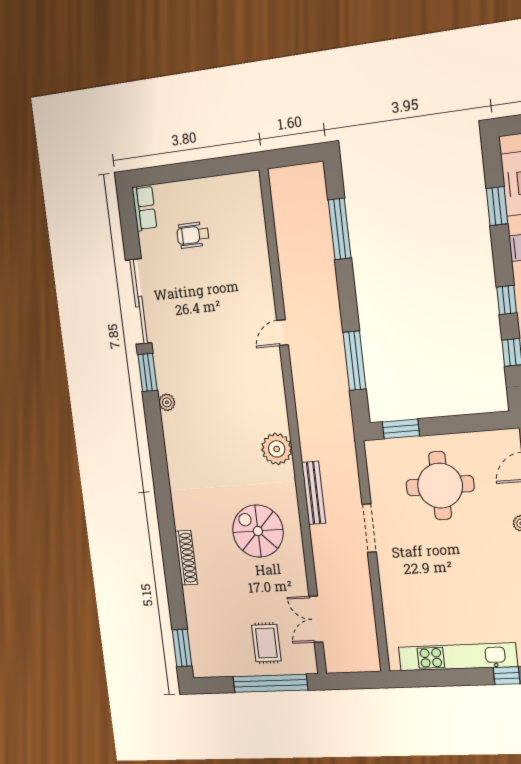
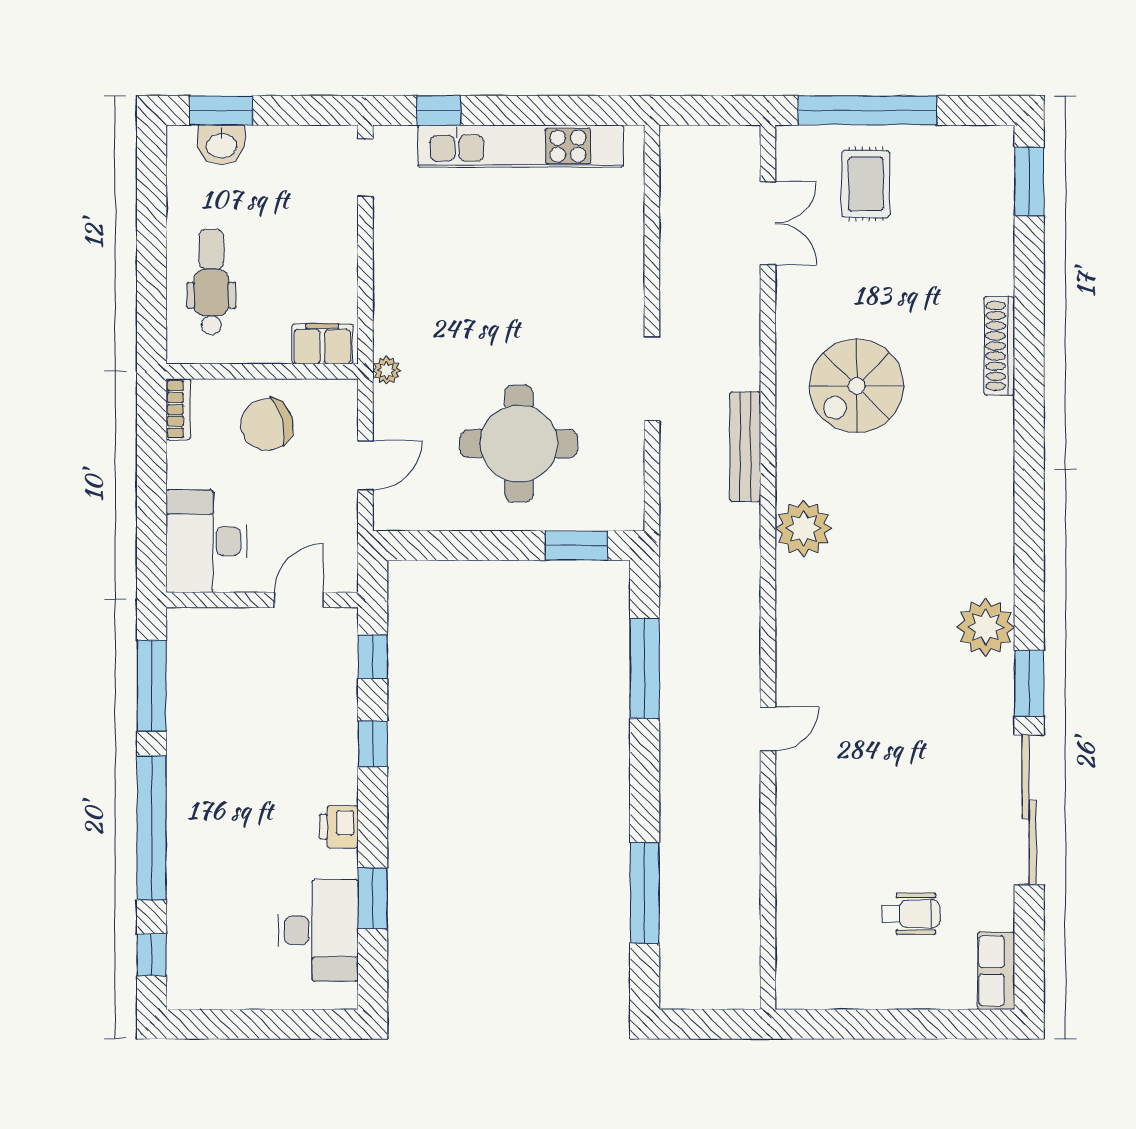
plant: (167, 402) -> (986, 627), width x1.87, depth x1.87
spiral stairs: (258, 531) -> (857, 386), turned 90

